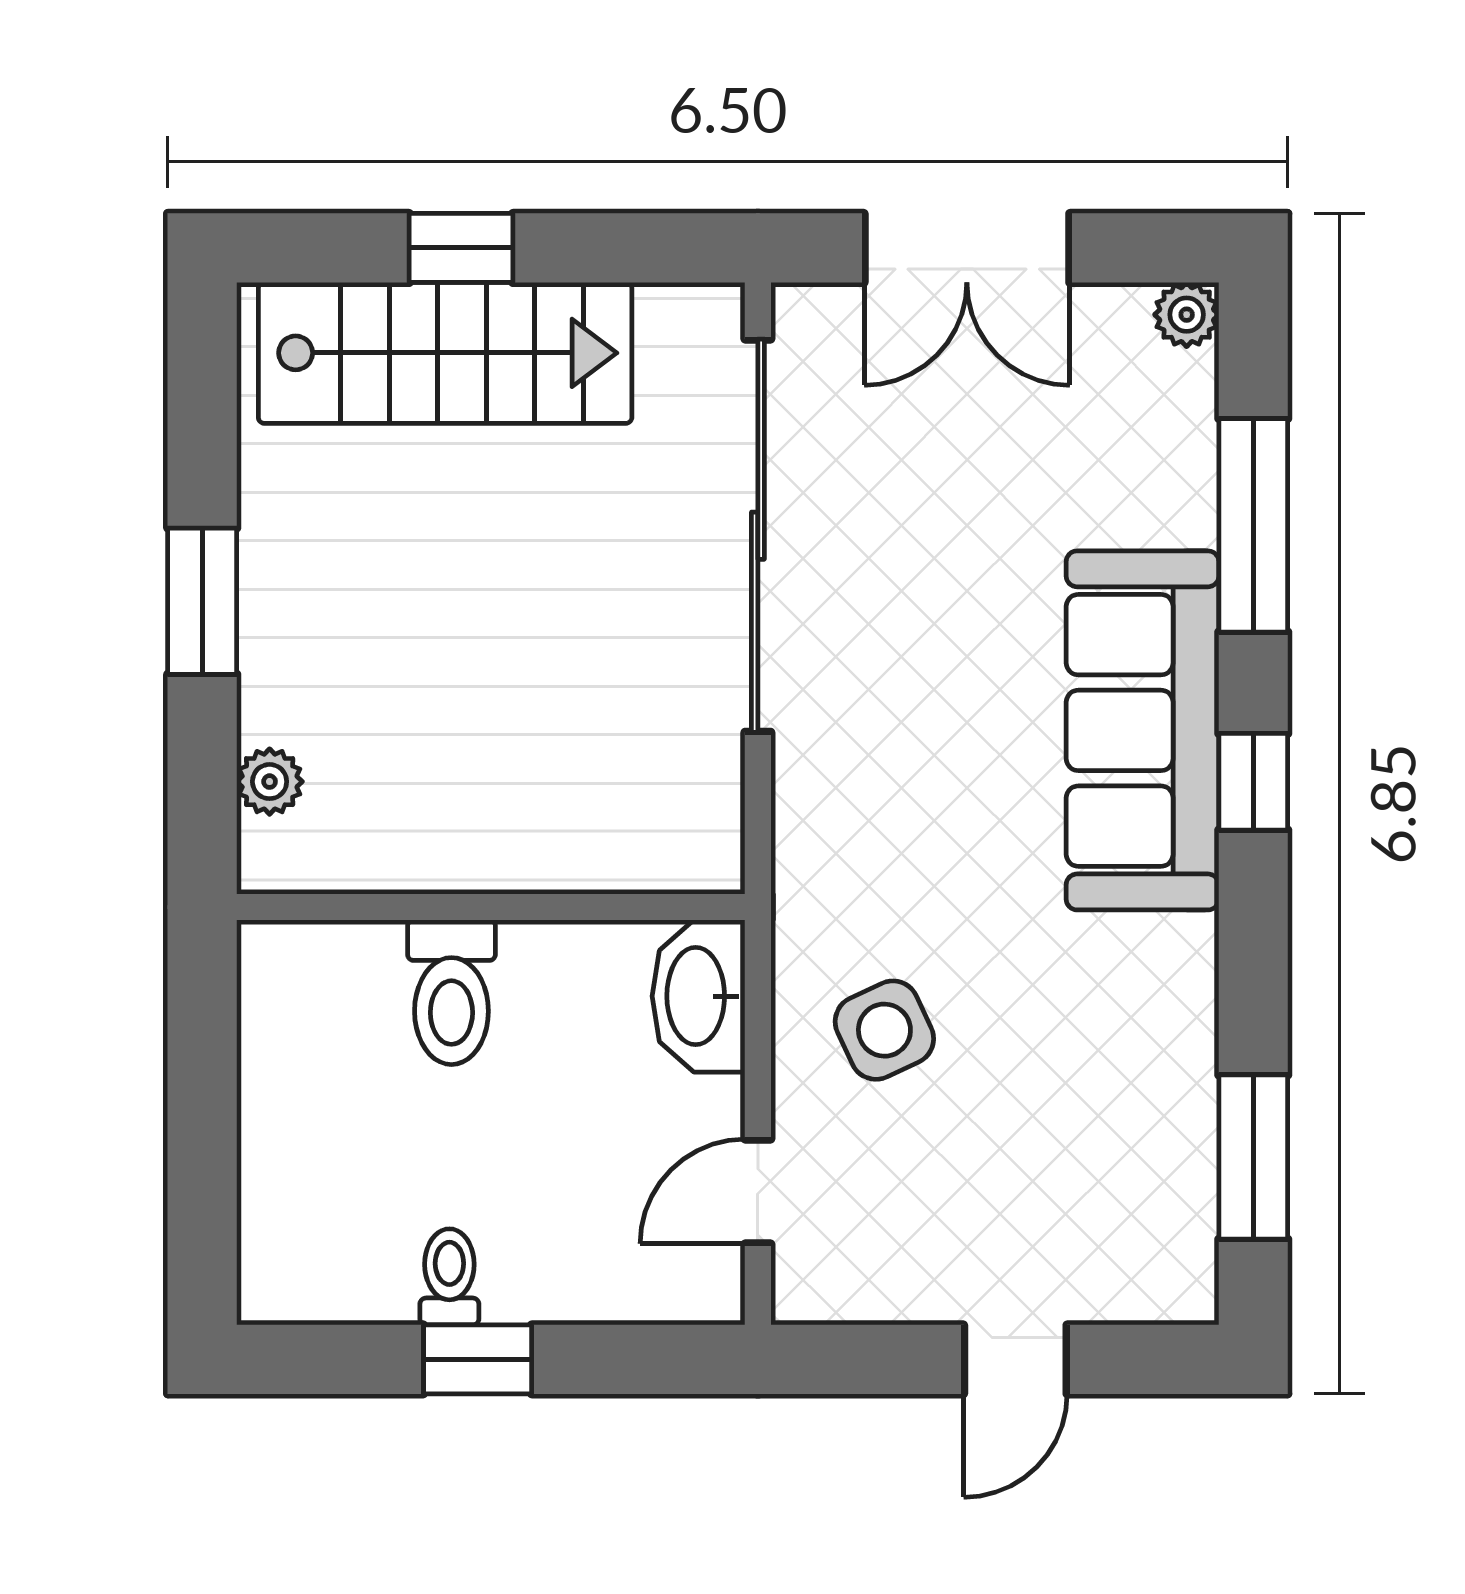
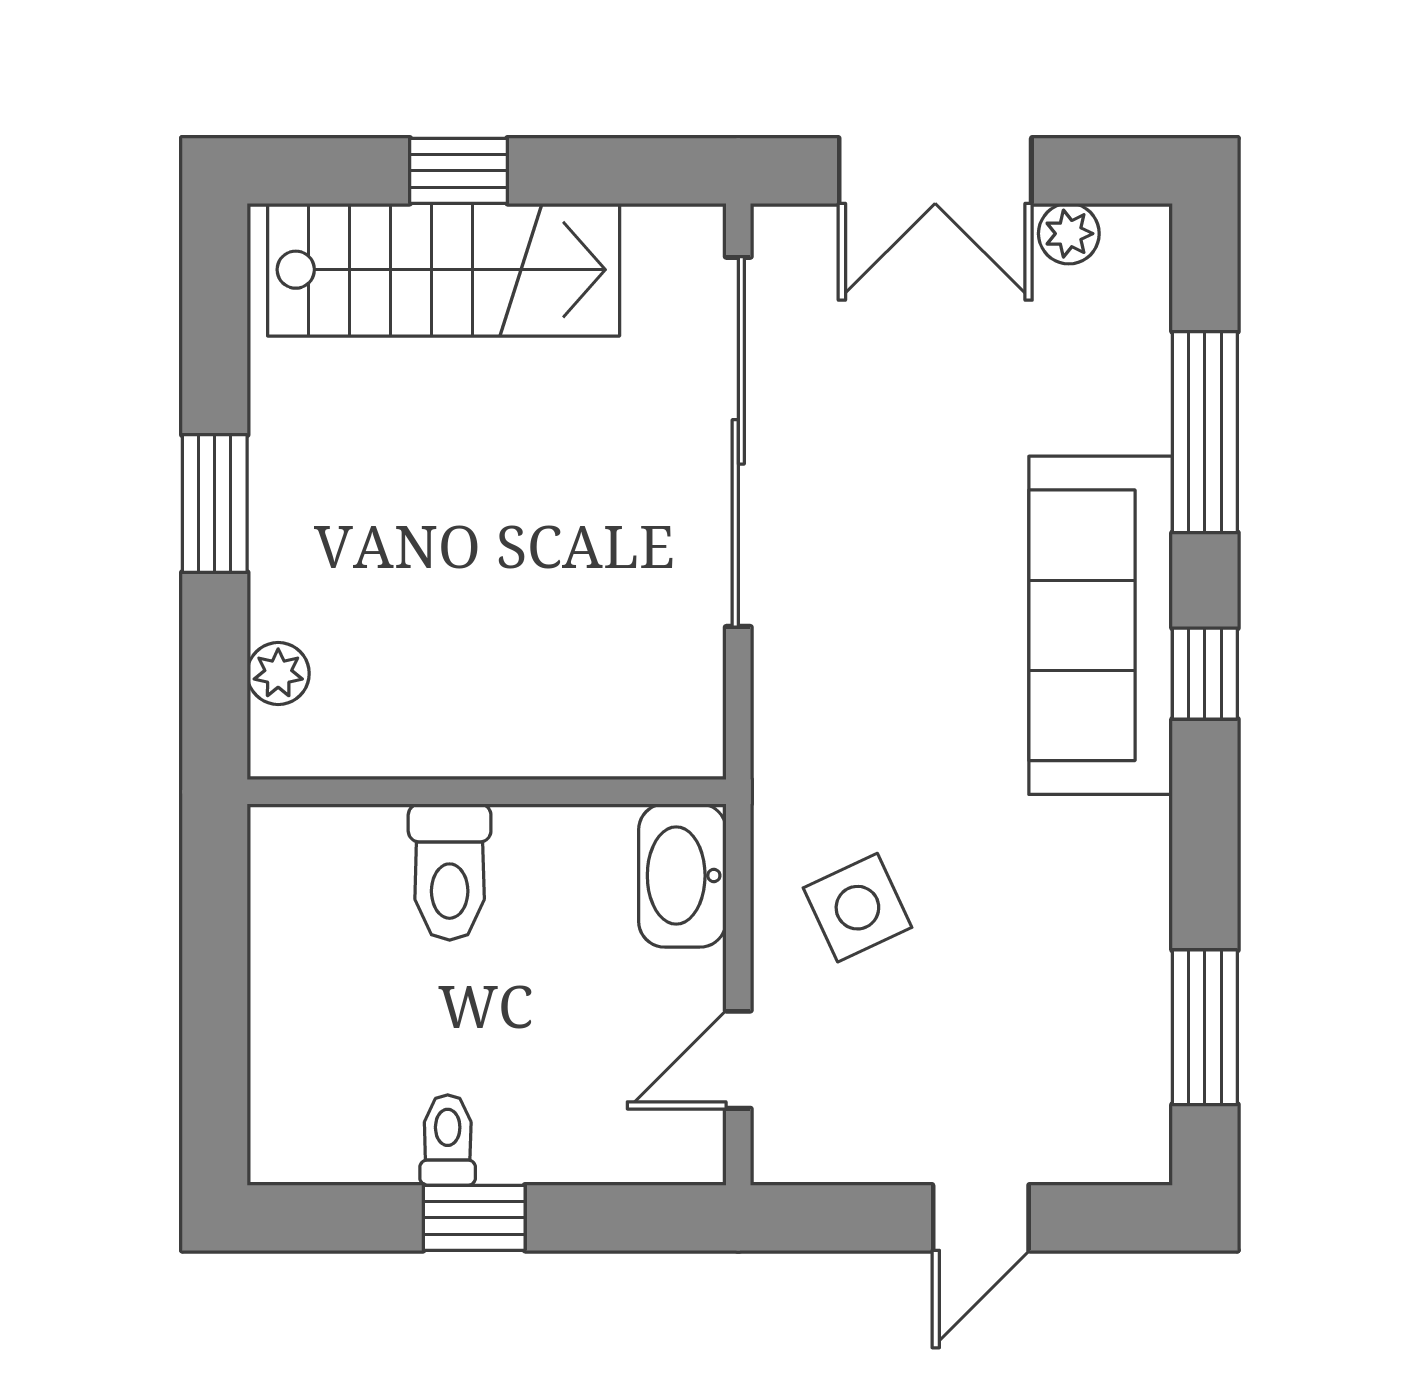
plant: (1187, 315) -> (1069, 234), moved

